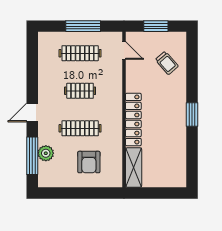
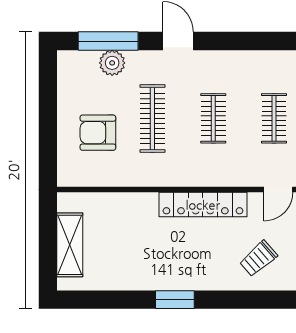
clothes rail: (80, 53) -> (274, 118), width x0.73
locker: (133, 119) -> (203, 205), moved
shelving: (134, 168) -> (70, 245), moved, turned 90

